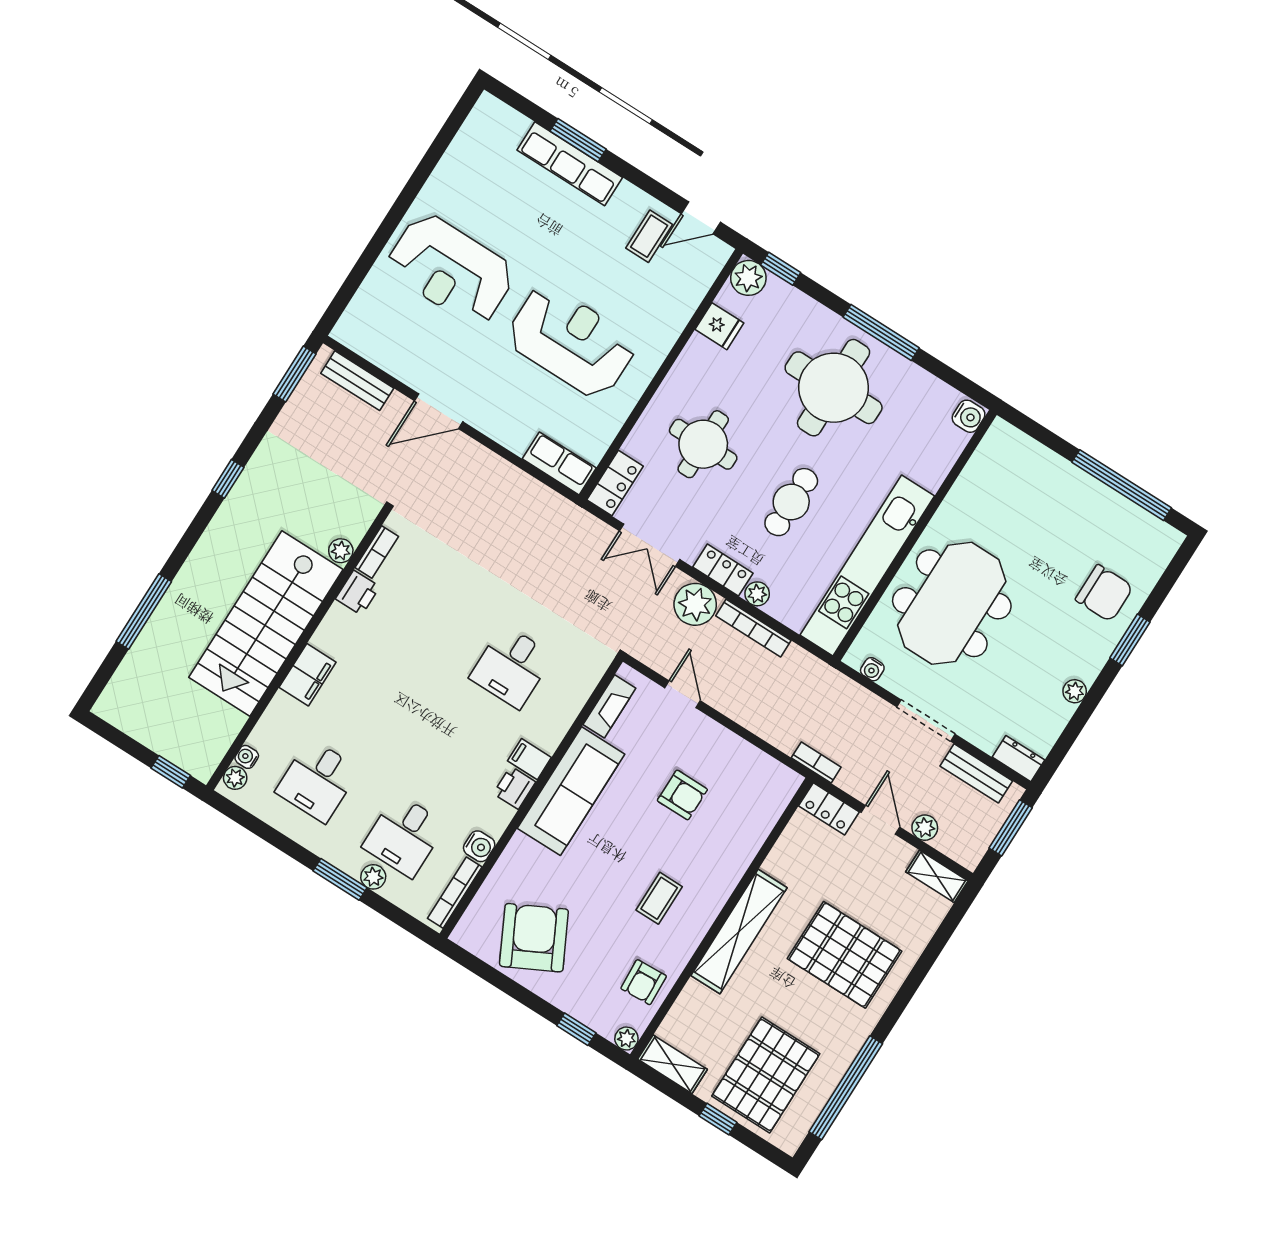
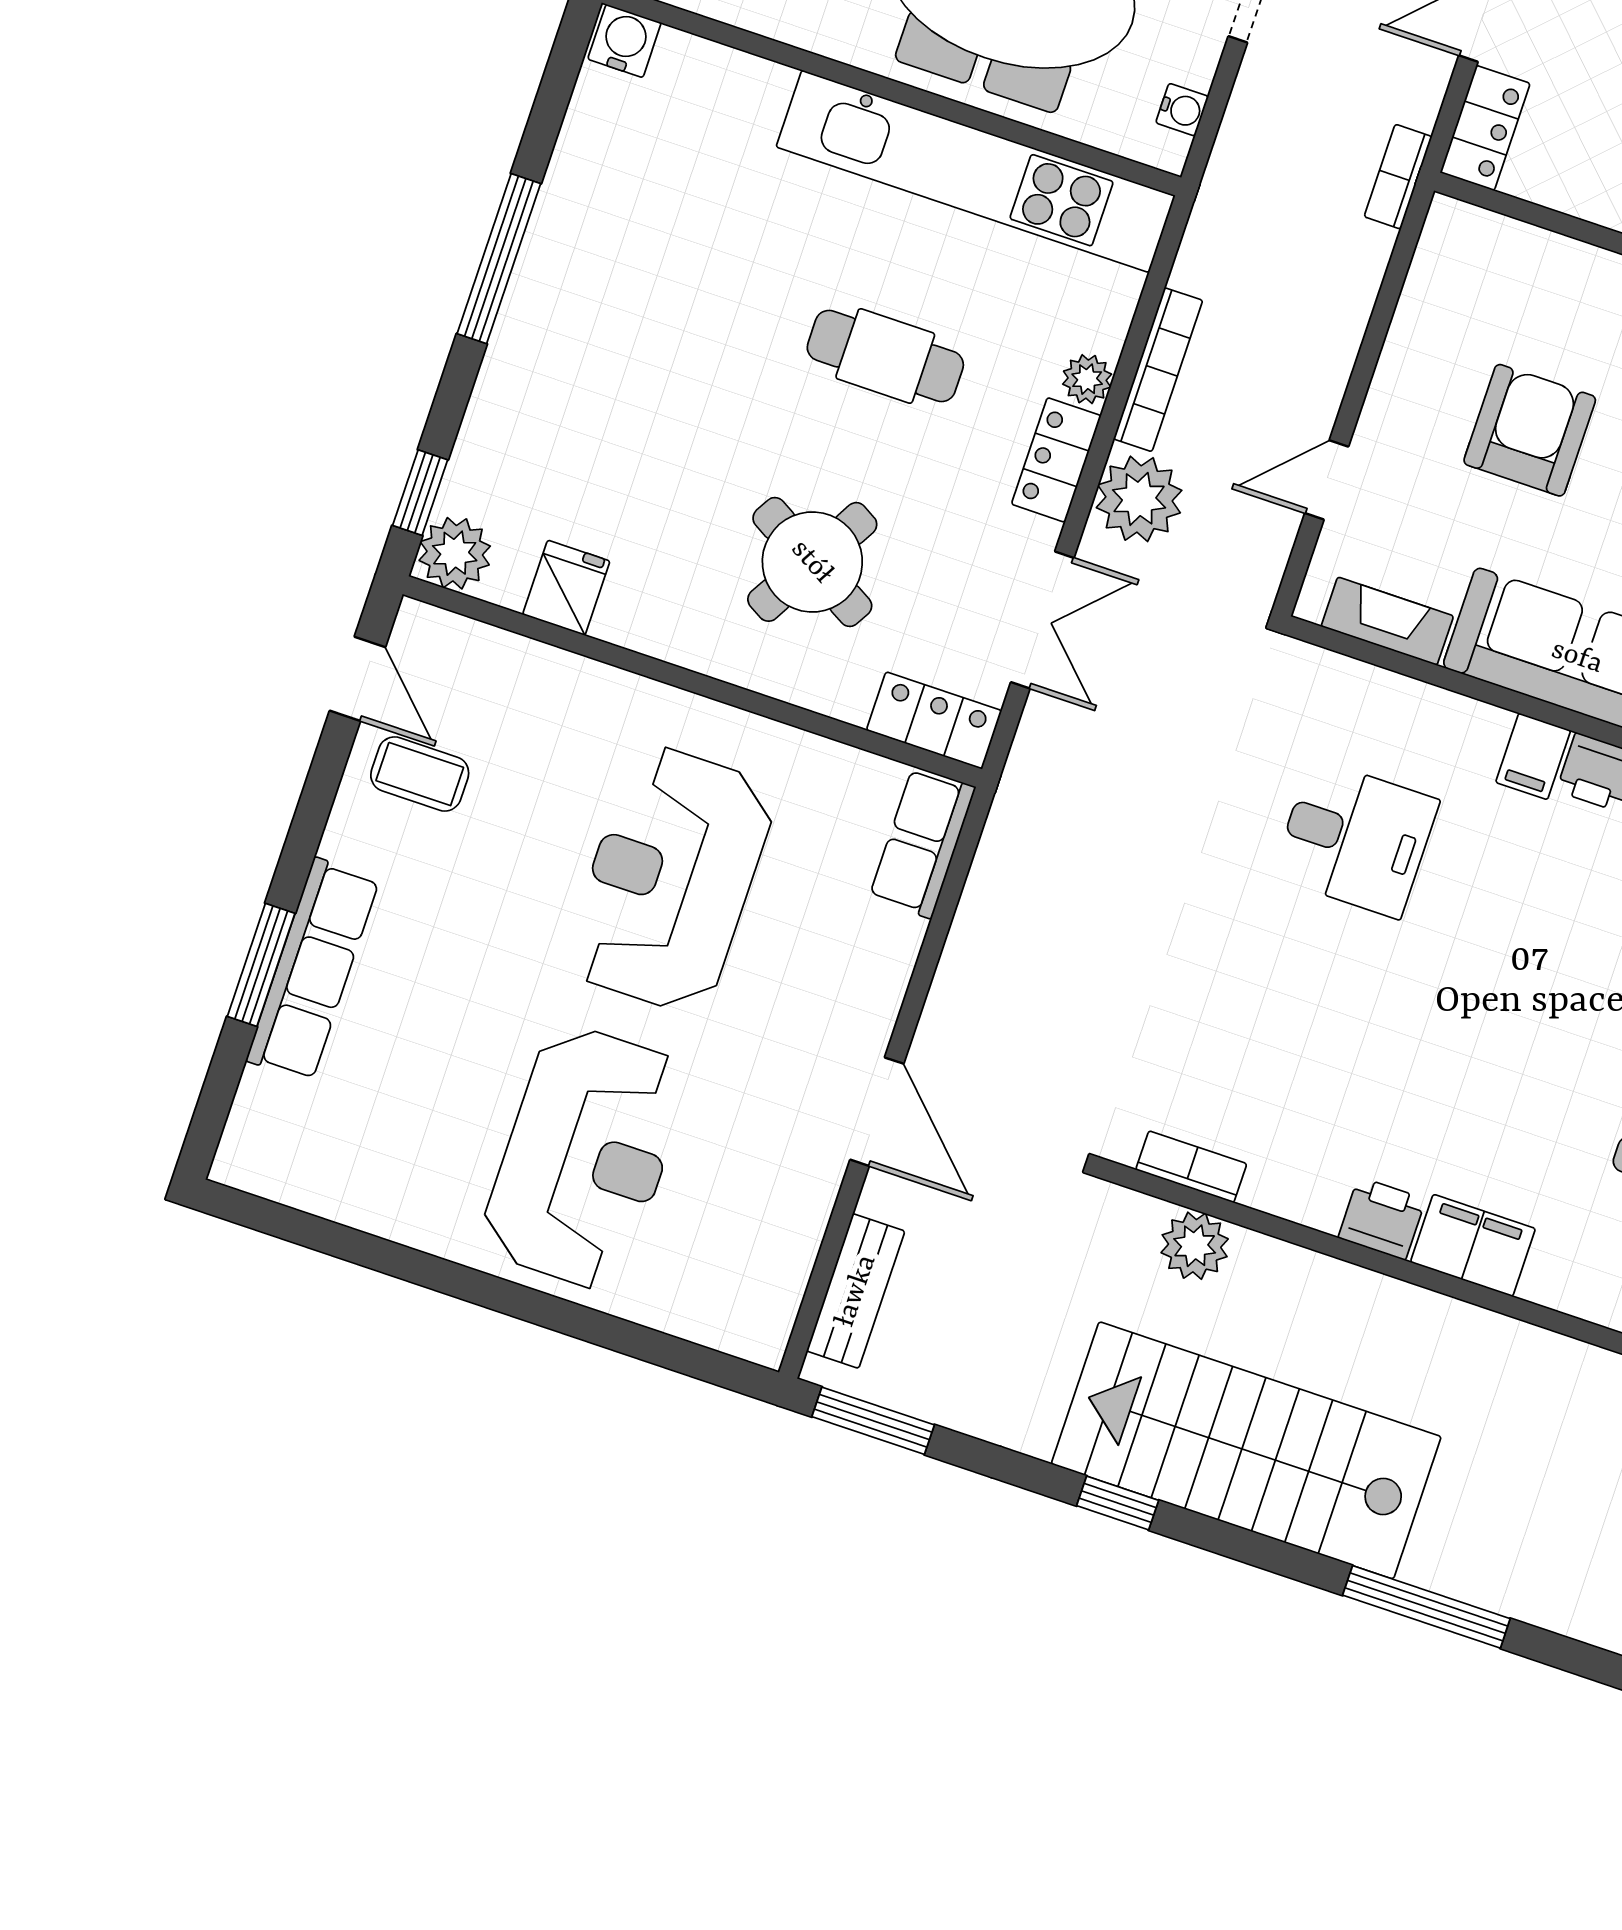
round table: (834, 388) -> (634, 327), removed
round table: (703, 444) -> (812, 562), turned 30
plant: (341, 551) -> (1195, 1246), width x1.38, depth x1.38
printer: (358, 593) -> (1382, 1218), moved
stairs: (266, 623) -> (1246, 1450), moved, turned 180
armchair: (682, 795) -> (1530, 430), width x1.38, depth x1.38

